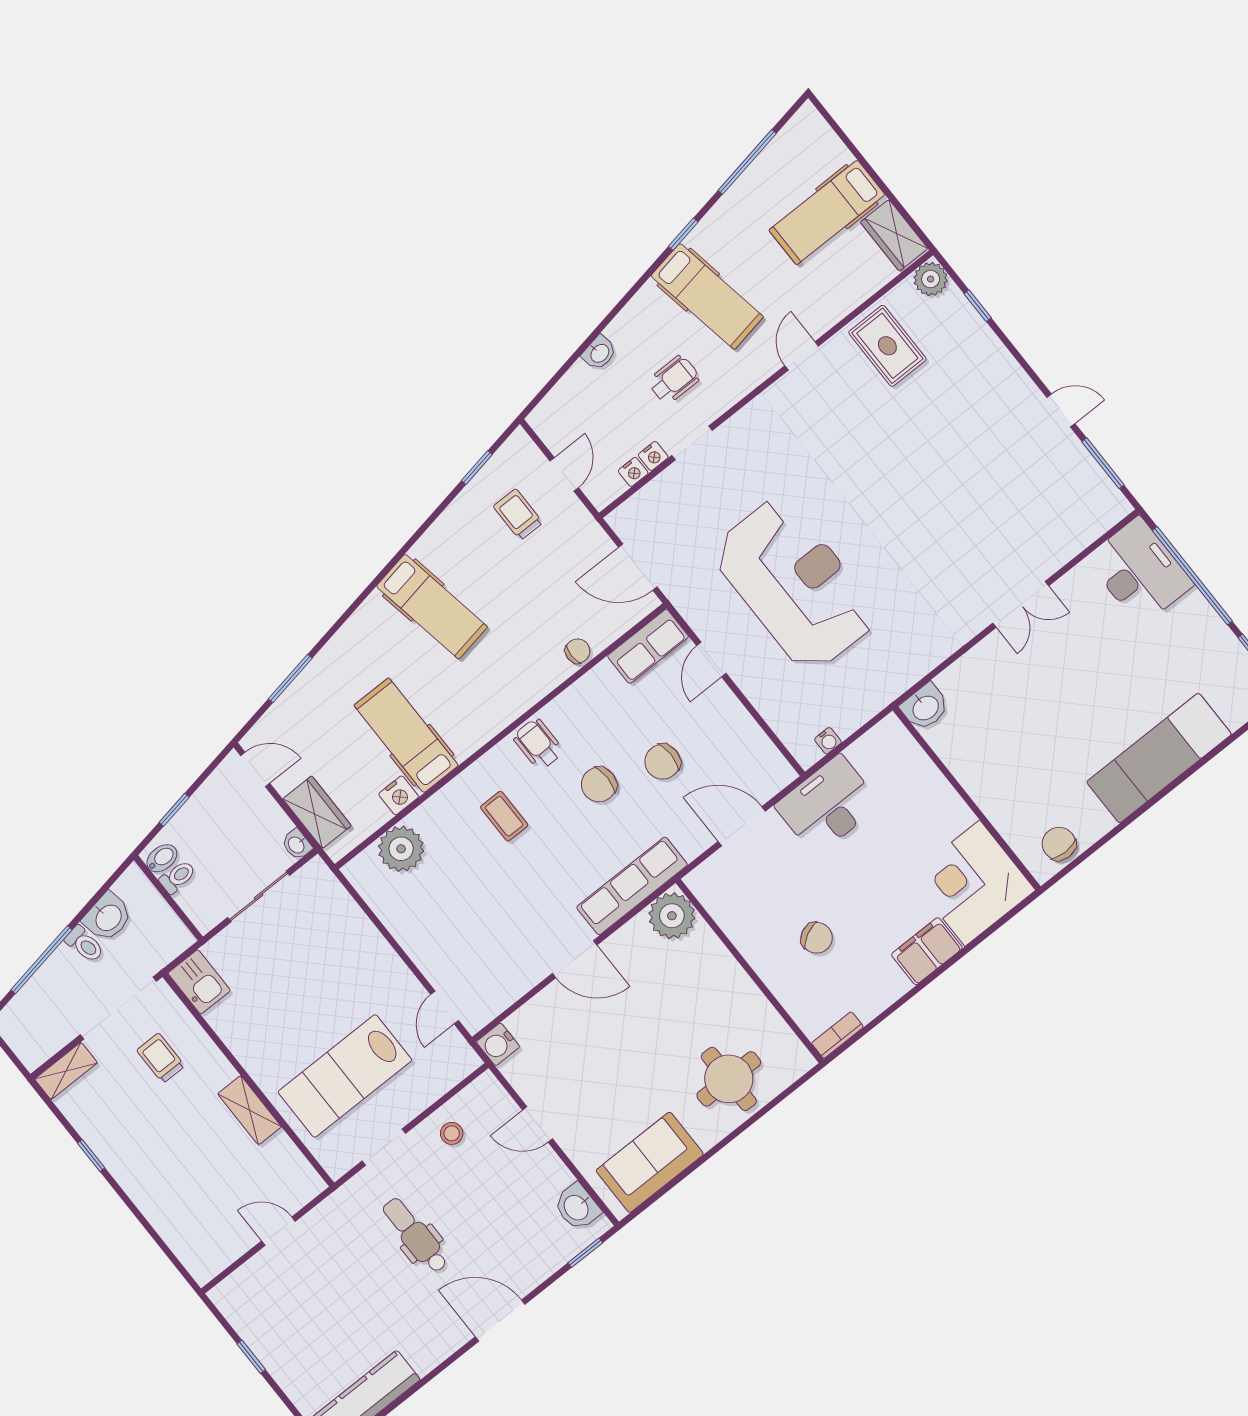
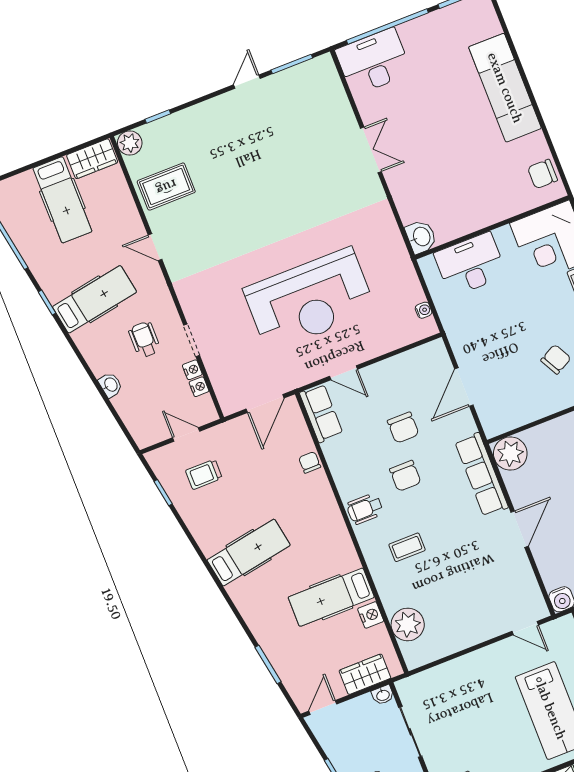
reception desk: (795, 584) -> (310, 300), turned 180
desk: (828, 805) -> (470, 264), moved, turned 90

